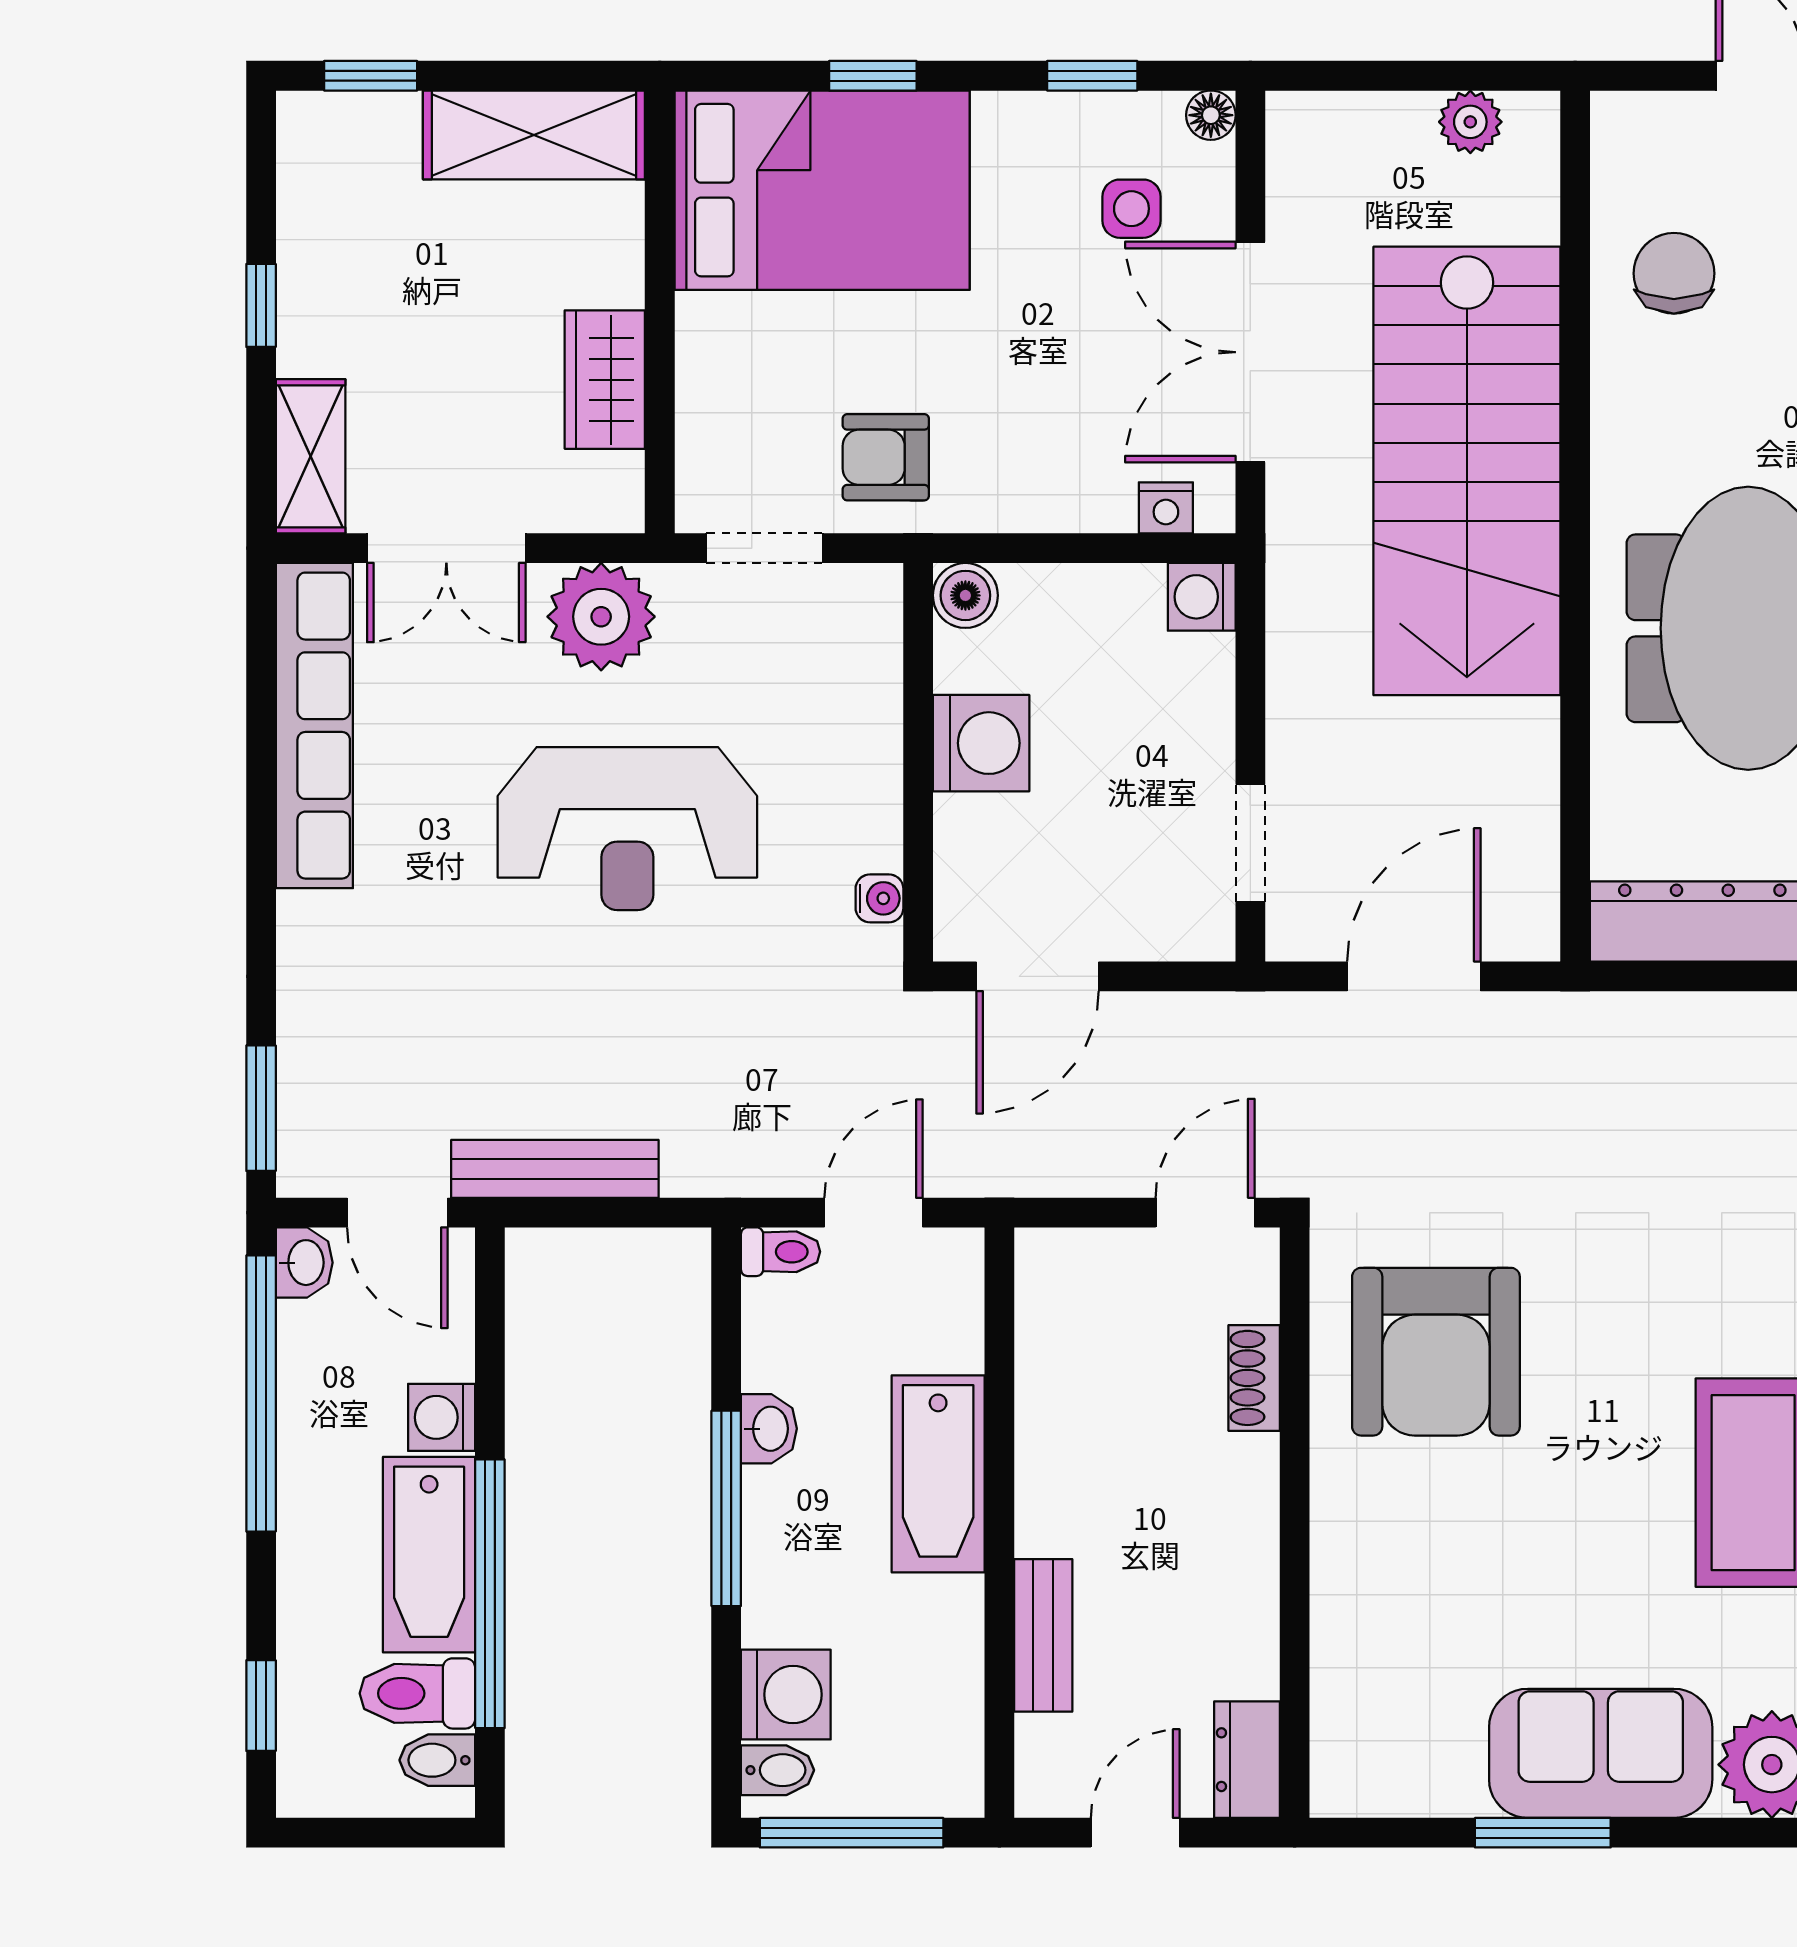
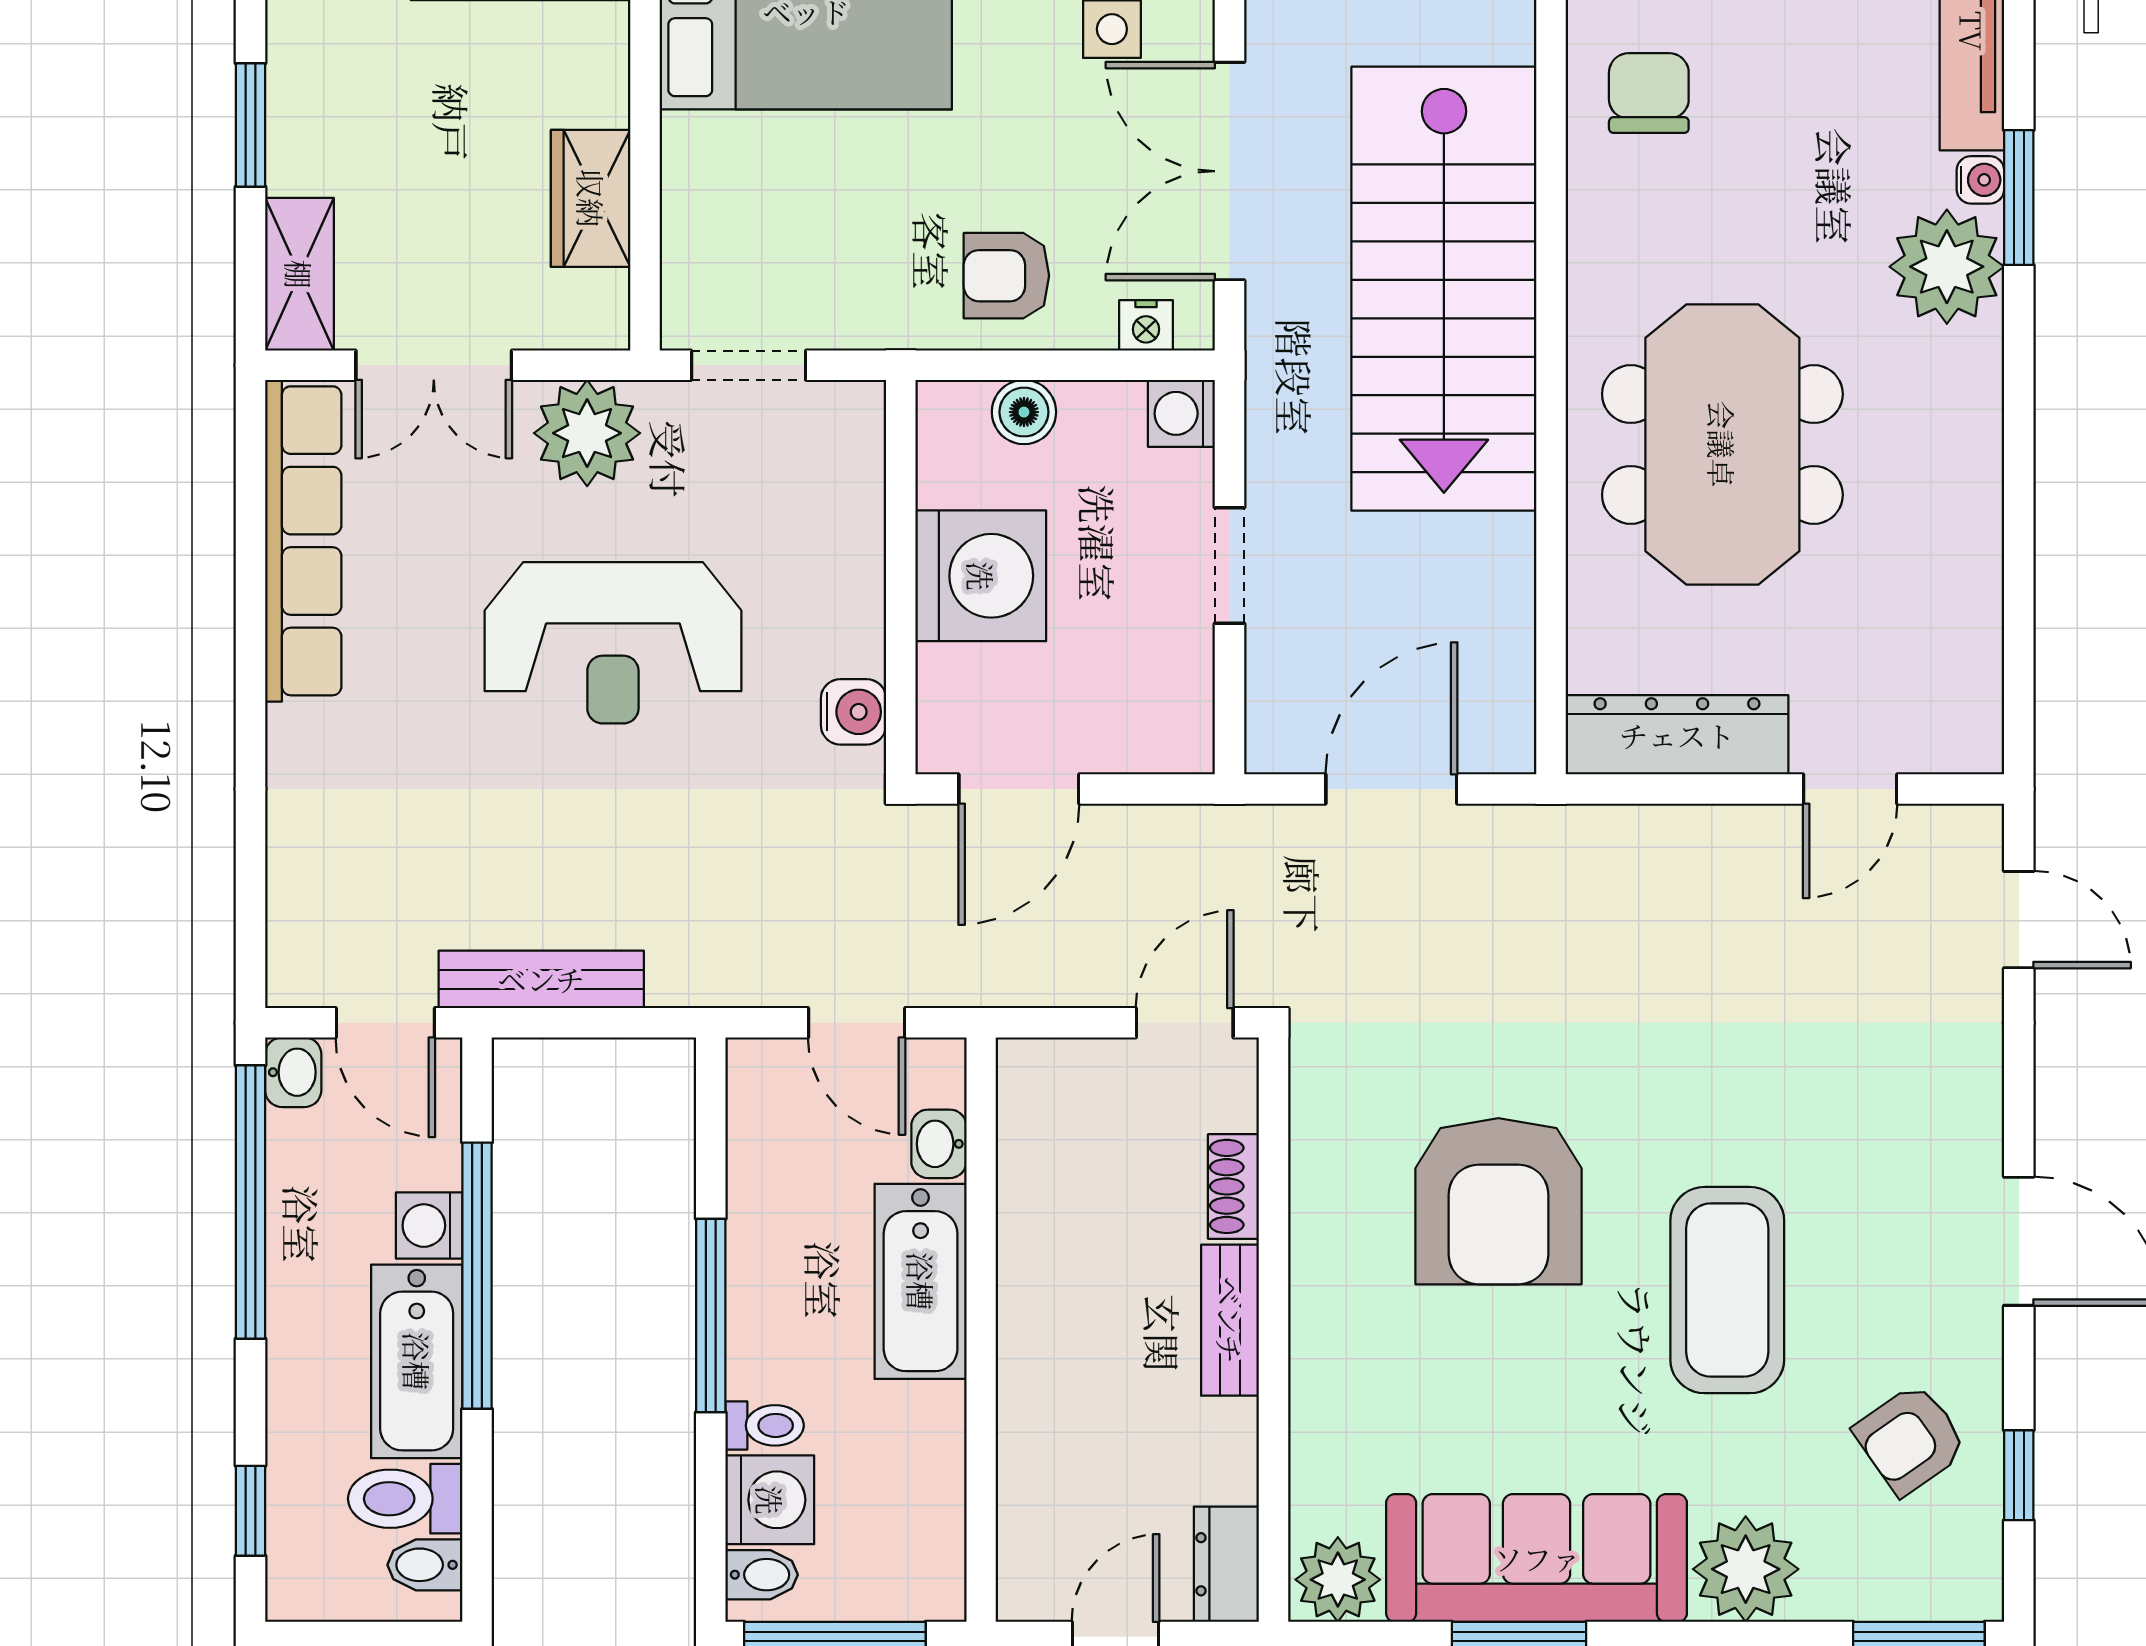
window: (261, 305) -> (250, 125), width x1.50
armchair: (886, 457) -> (1006, 276), moved
boiler: (965, 595) -> (1024, 412), moved
washing machine: (981, 743) -> (981, 576), width x1.37, depth x1.37
doorway: (1250, 843) -> (1230, 566), moved
water cooler: (879, 898) -> (853, 712), width x1.38, depth x1.38
window: (261, 1108) -> (250, 919), removed
door: (874, 1213) -> (857, 1023), swing flipped
toilet: (781, 1252) -> (765, 1425), moved
armchair: (1436, 1352) -> (1498, 1201), moved
washbasin: (769, 1429) -> (939, 1144), moved, turned 180
window: (490, 1594) -> (477, 1276), moved
bench: (1043, 1635) -> (1230, 1320), moved
sofa: (1601, 1753) -> (1537, 1558), width x1.36
plant: (1360, 1775) -> (1338, 1580), added

